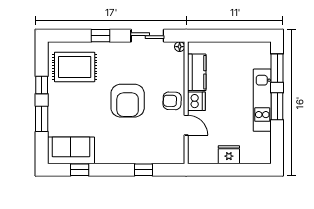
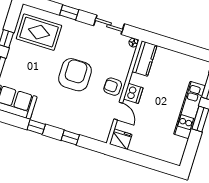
kitchen counter: (197, 72) -> (145, 58), moved
armchair: (128, 101) -> (75, 75), turned 180
fridge: (229, 155) -> (121, 139), moved
window: (80, 170) -> (36, 127), moved

